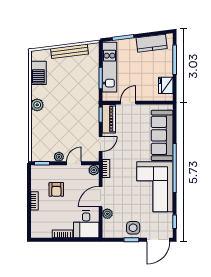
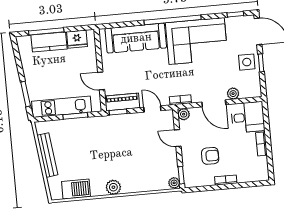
kitchen counter: (152, 43) -> (49, 42), moved, turned 97
plant: (59, 157) -> (174, 183), moved

